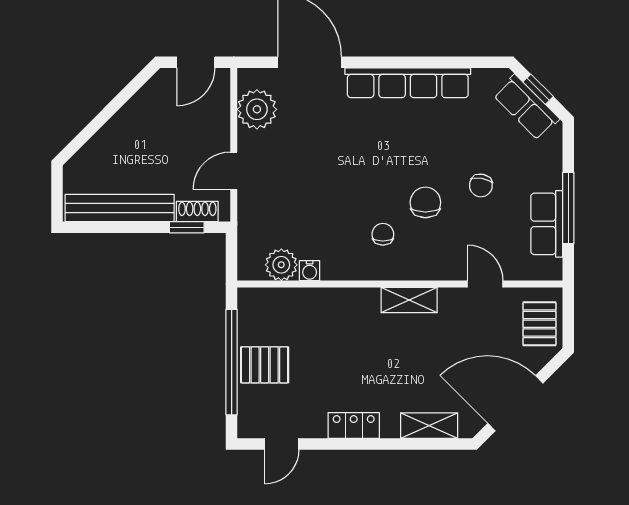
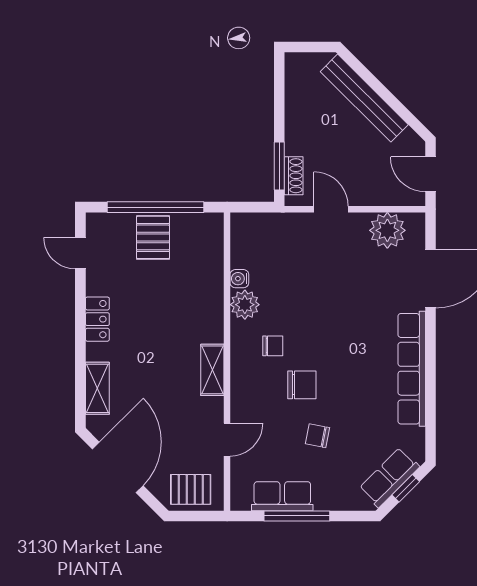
bench: (120, 208) -> (364, 98), moved, turned -45
window: (187, 227) -> (279, 166), width x1.50
plant: (281, 265) -> (245, 305), moved

